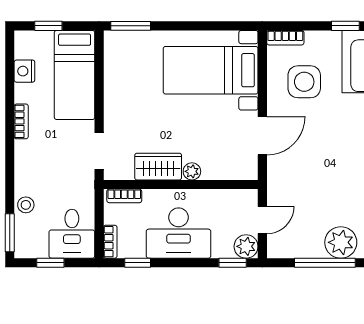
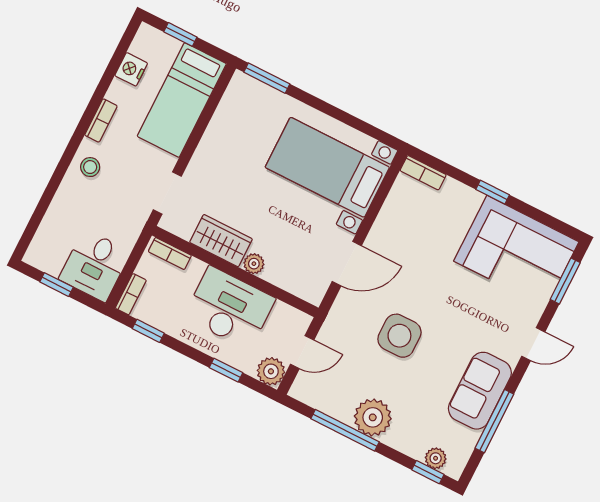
side table: (304, 82) -> (399, 336), moved
stool: (26, 205) -> (90, 167), moved
window: (10, 233) -> (30, 231), removed
desk: (179, 233) -> (229, 308), moved, turned 180
window: (233, 263) -> (226, 370), moved

